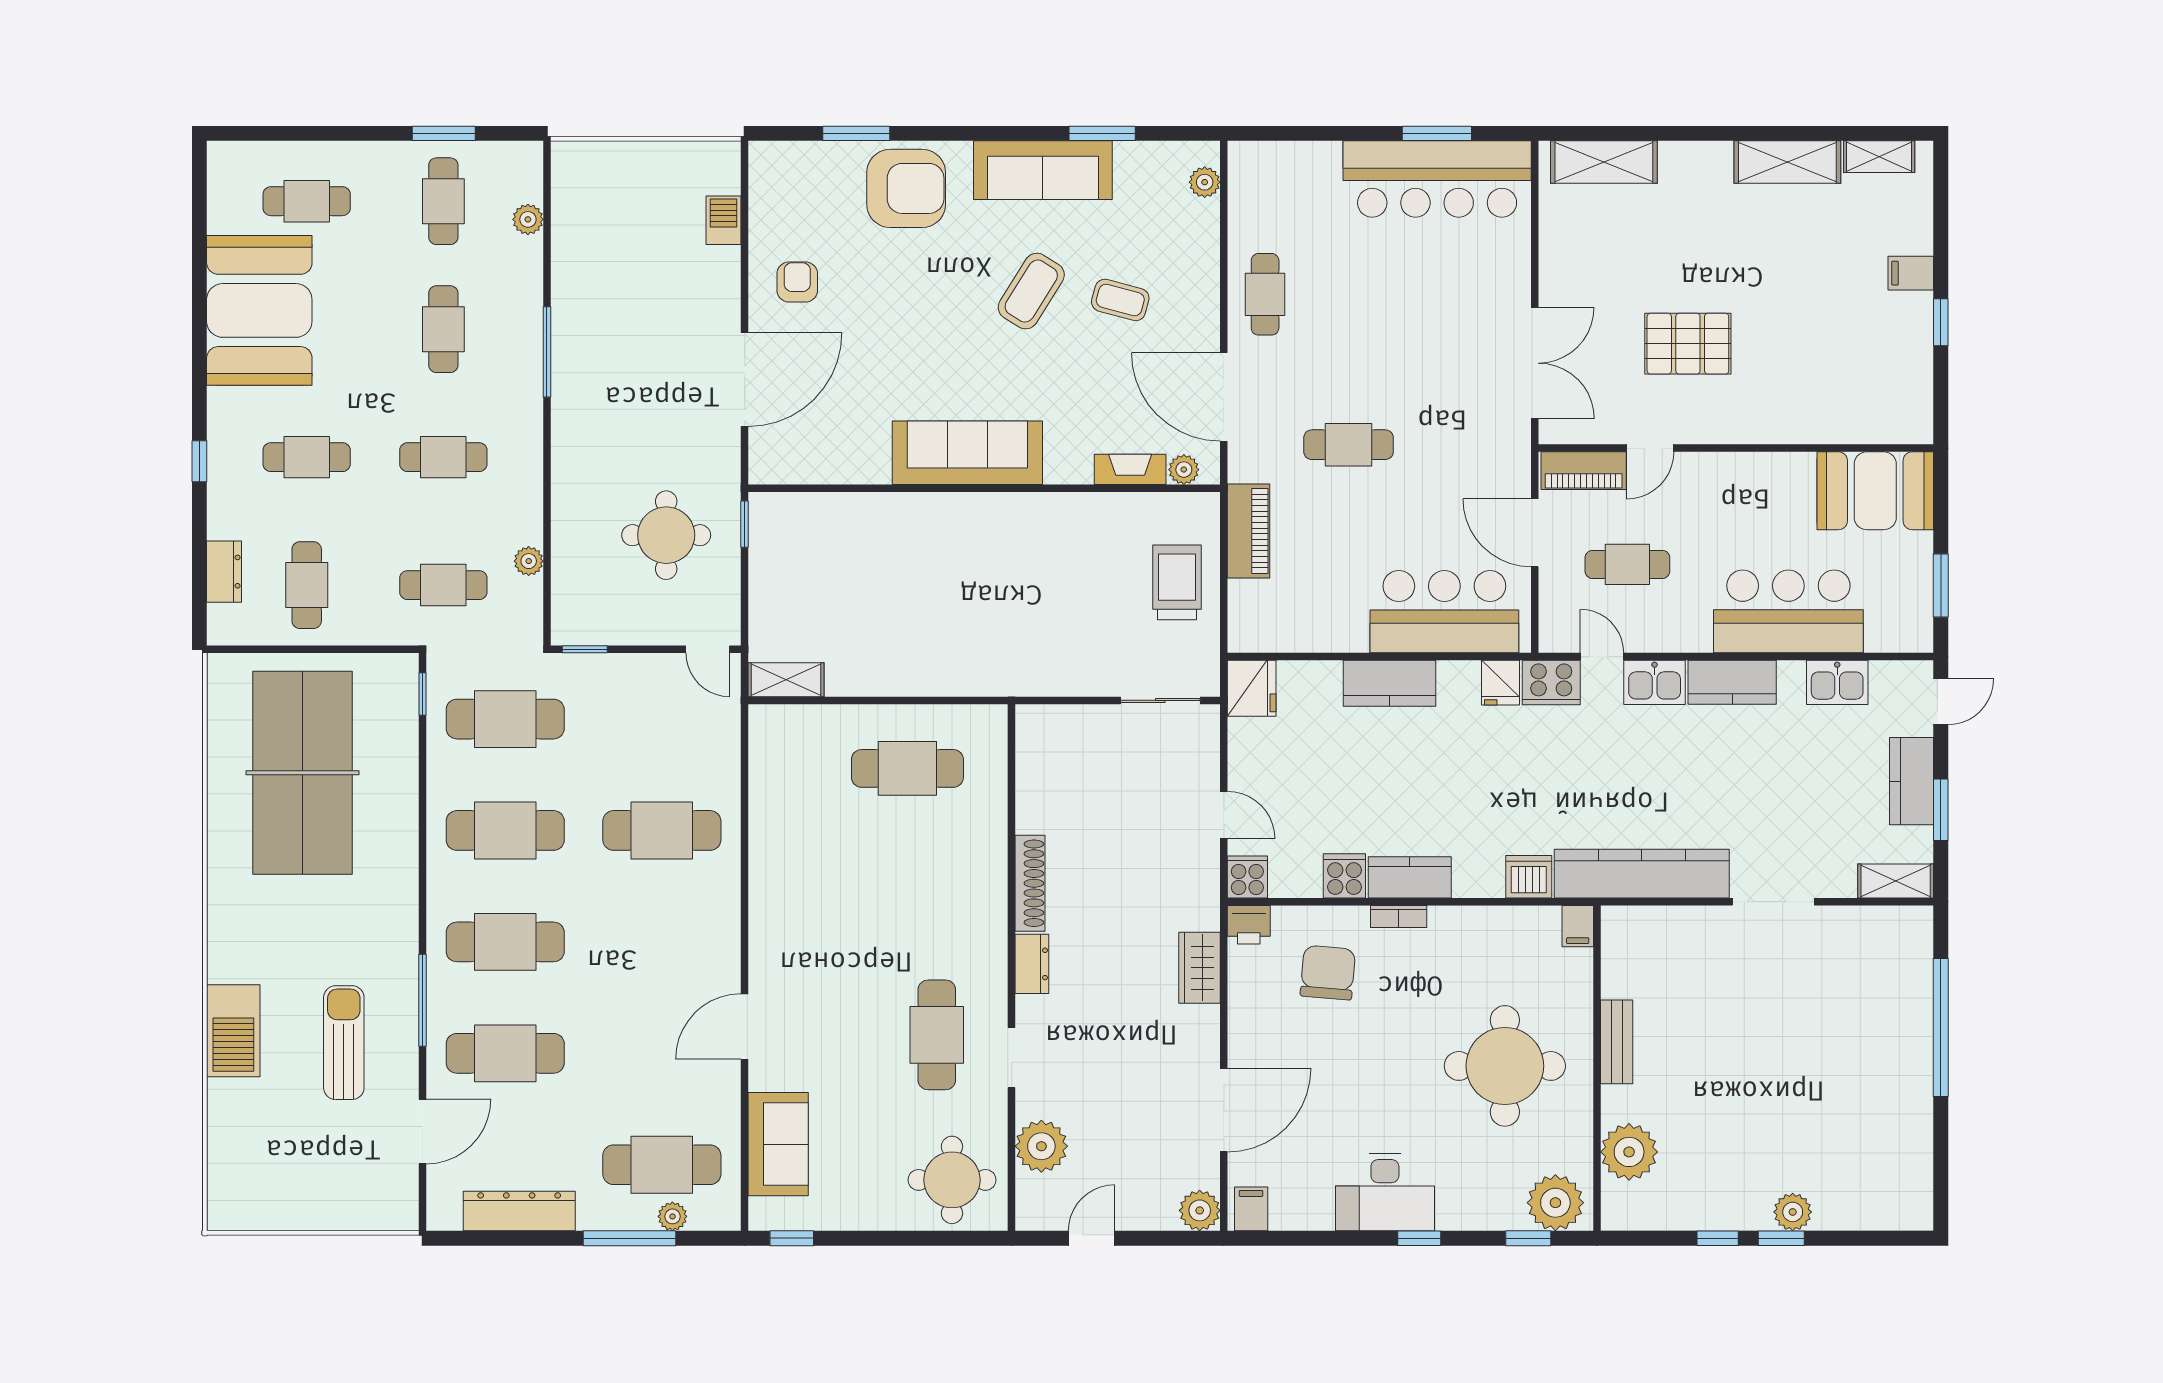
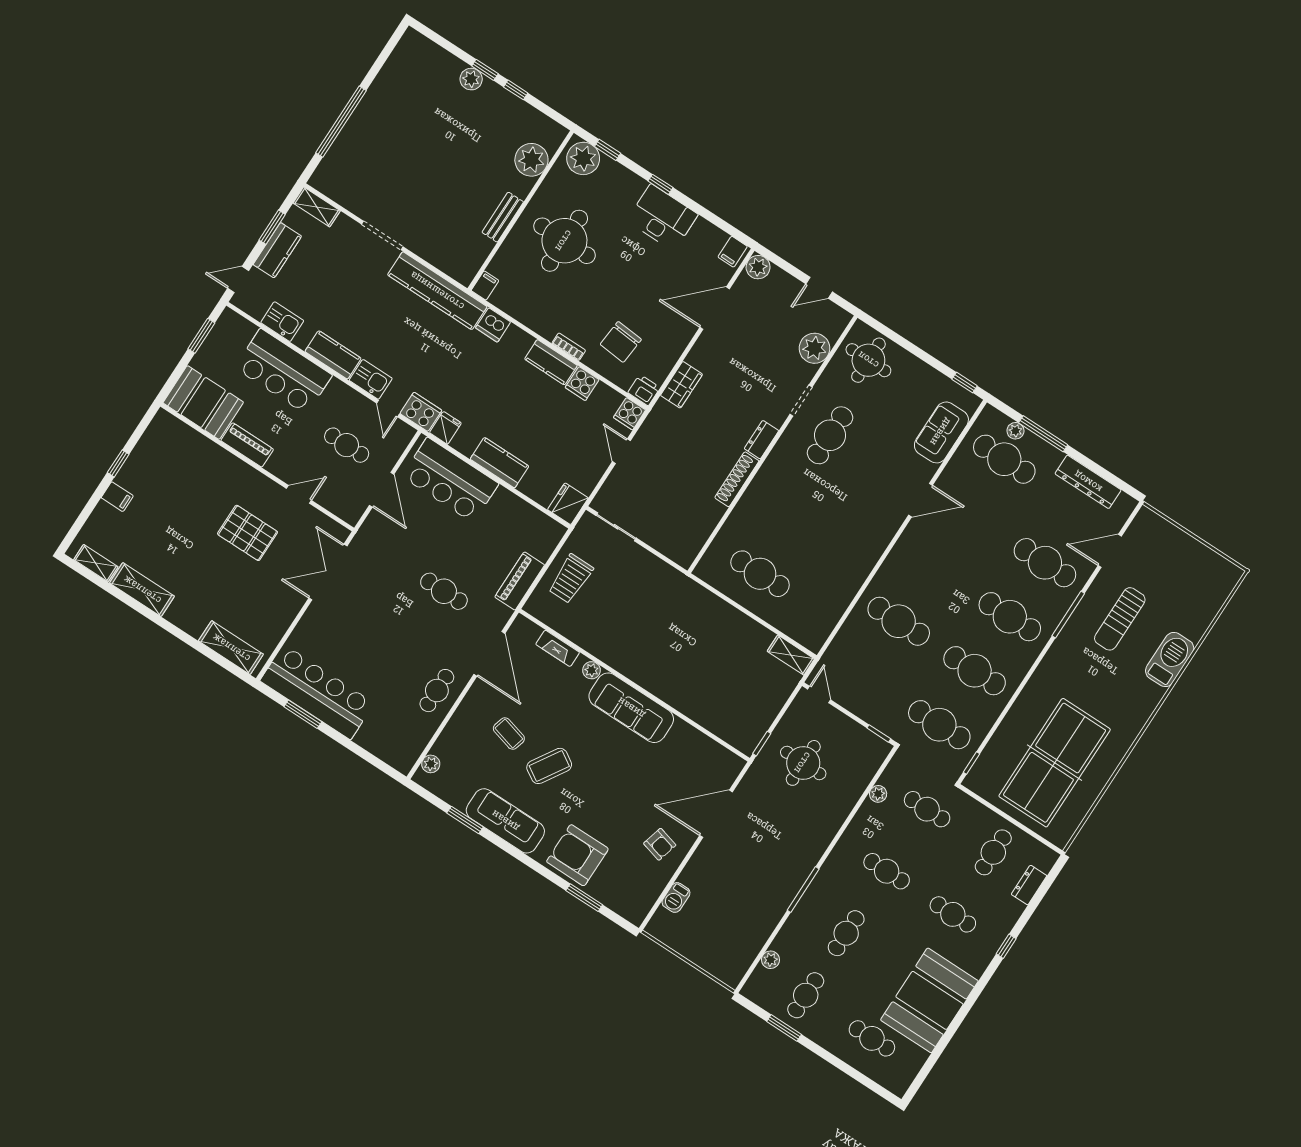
armchair: (797, 282) -> (660, 844), turned -75
plant: (1184, 470) -> (591, 670), moved
piano: (1584, 471) -> (247, 445), moved

